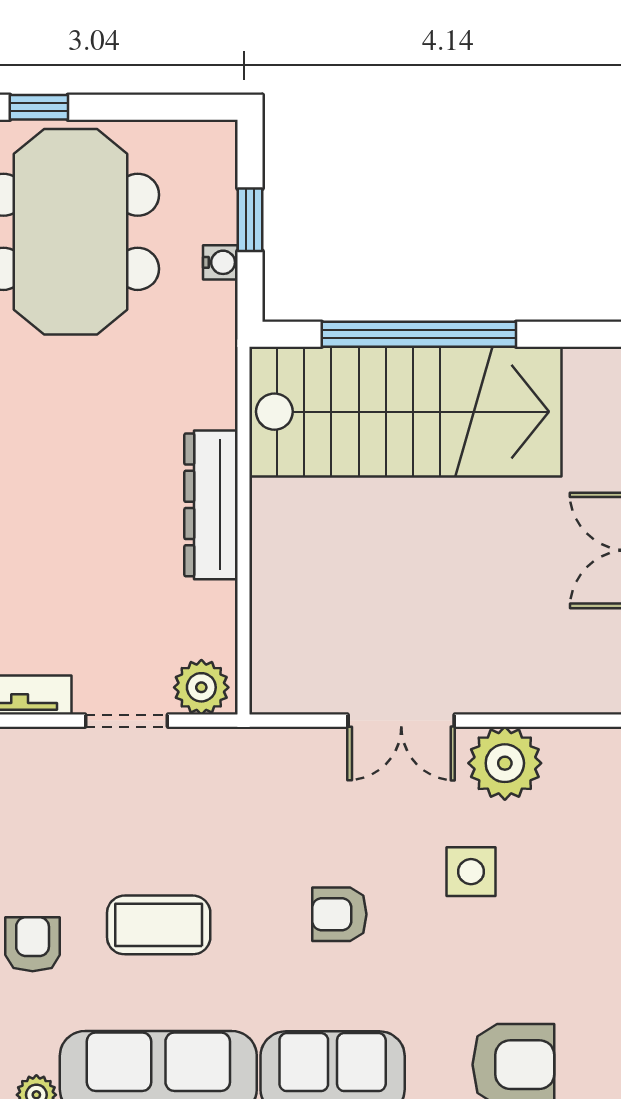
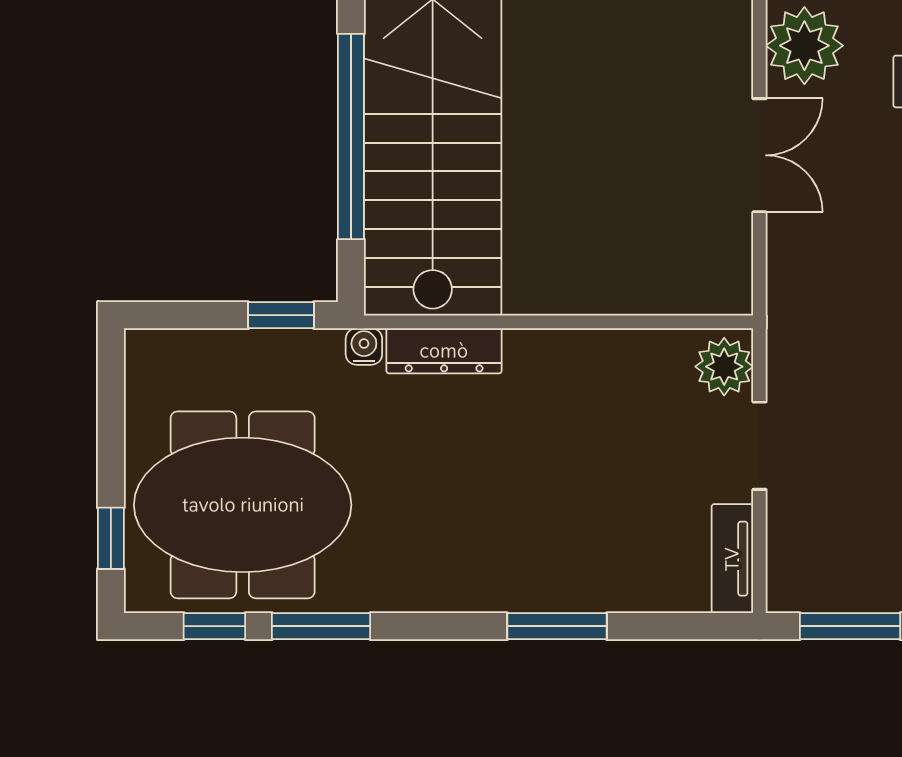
window: (250, 220) -> (281, 315), moved
water cooler: (220, 262) -> (364, 346), moved
dresser: (211, 505) -> (444, 351), moved, width x0.73, depth x0.80

